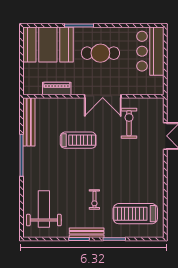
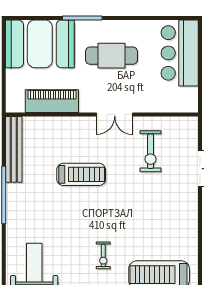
piano: (57, 88) -> (52, 101), width x1.37, depth x1.33
double door: (103, 96) -> (115, 114), width x0.73
exercise bike: (129, 123) -> (151, 151), turned 180

